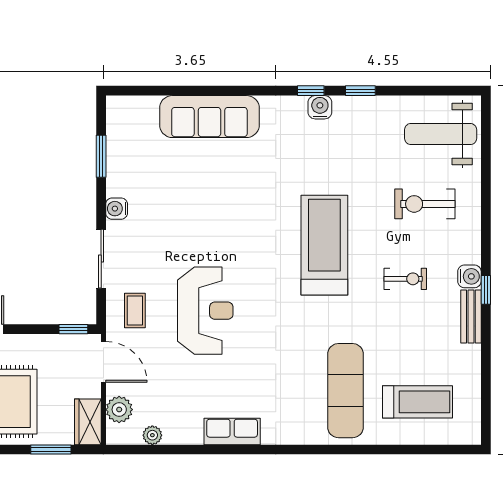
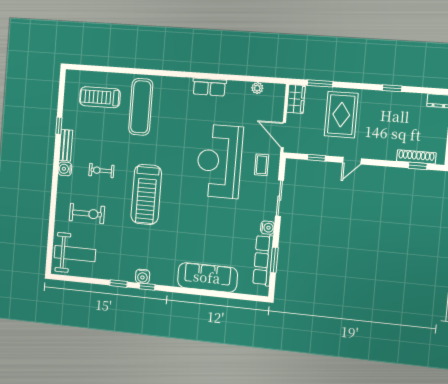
row of seats: (119, 154) -> (263, 260), added
window: (486, 290) -> (59, 126), moved
reception desk: (205, 311) -> (219, 161), width x1.36, depth x1.30
window: (73, 329) -> (316, 158), moved
plant: (119, 410) -> (276, 105), removed

